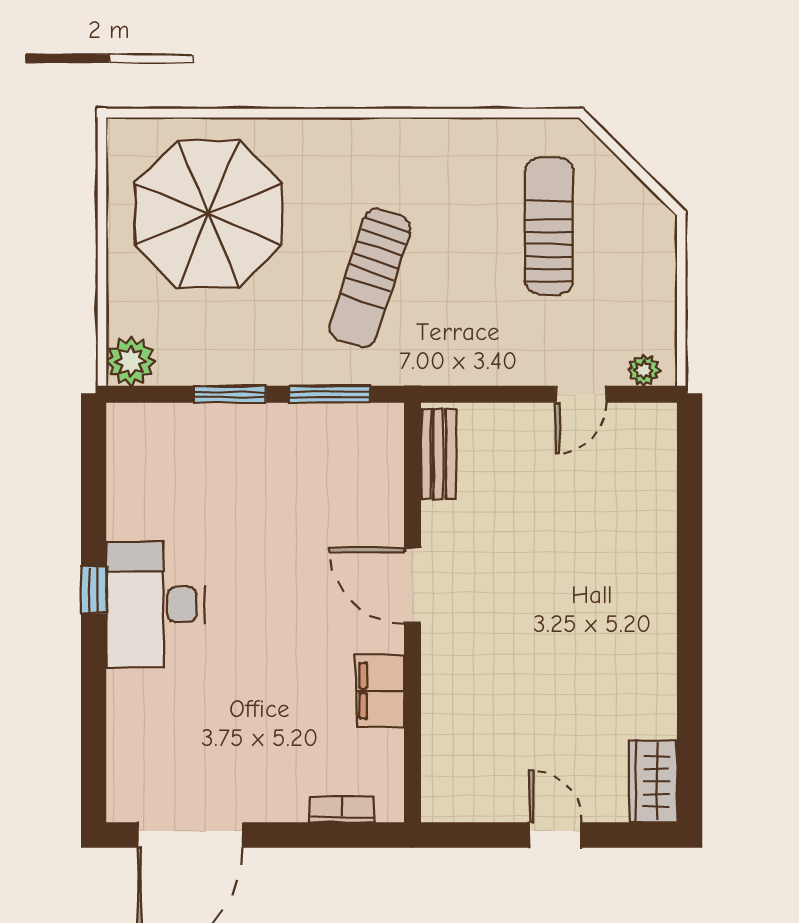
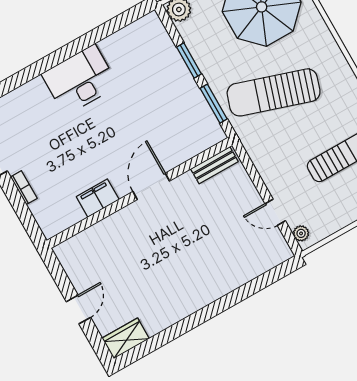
sun lounger: (370, 278) -> (274, 92), width x1.36, depth x1.34
window: (94, 590) -> (71, 49), removed
bookcase: (342, 809) -> (24, 188), moved

